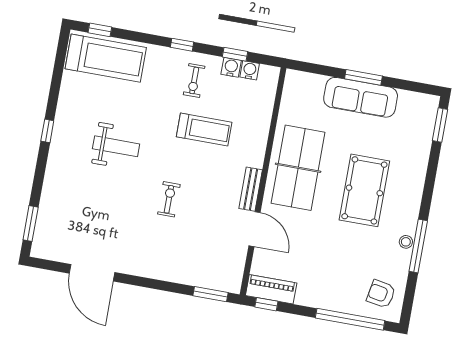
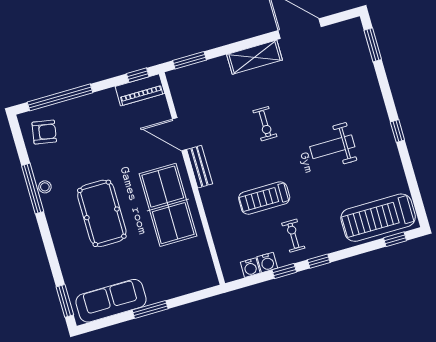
window: (235, 54) -> (284, 271), moved
sofa: (361, 97) -> (111, 301), moved
shelving: (148, 267) -> (255, 57), added

